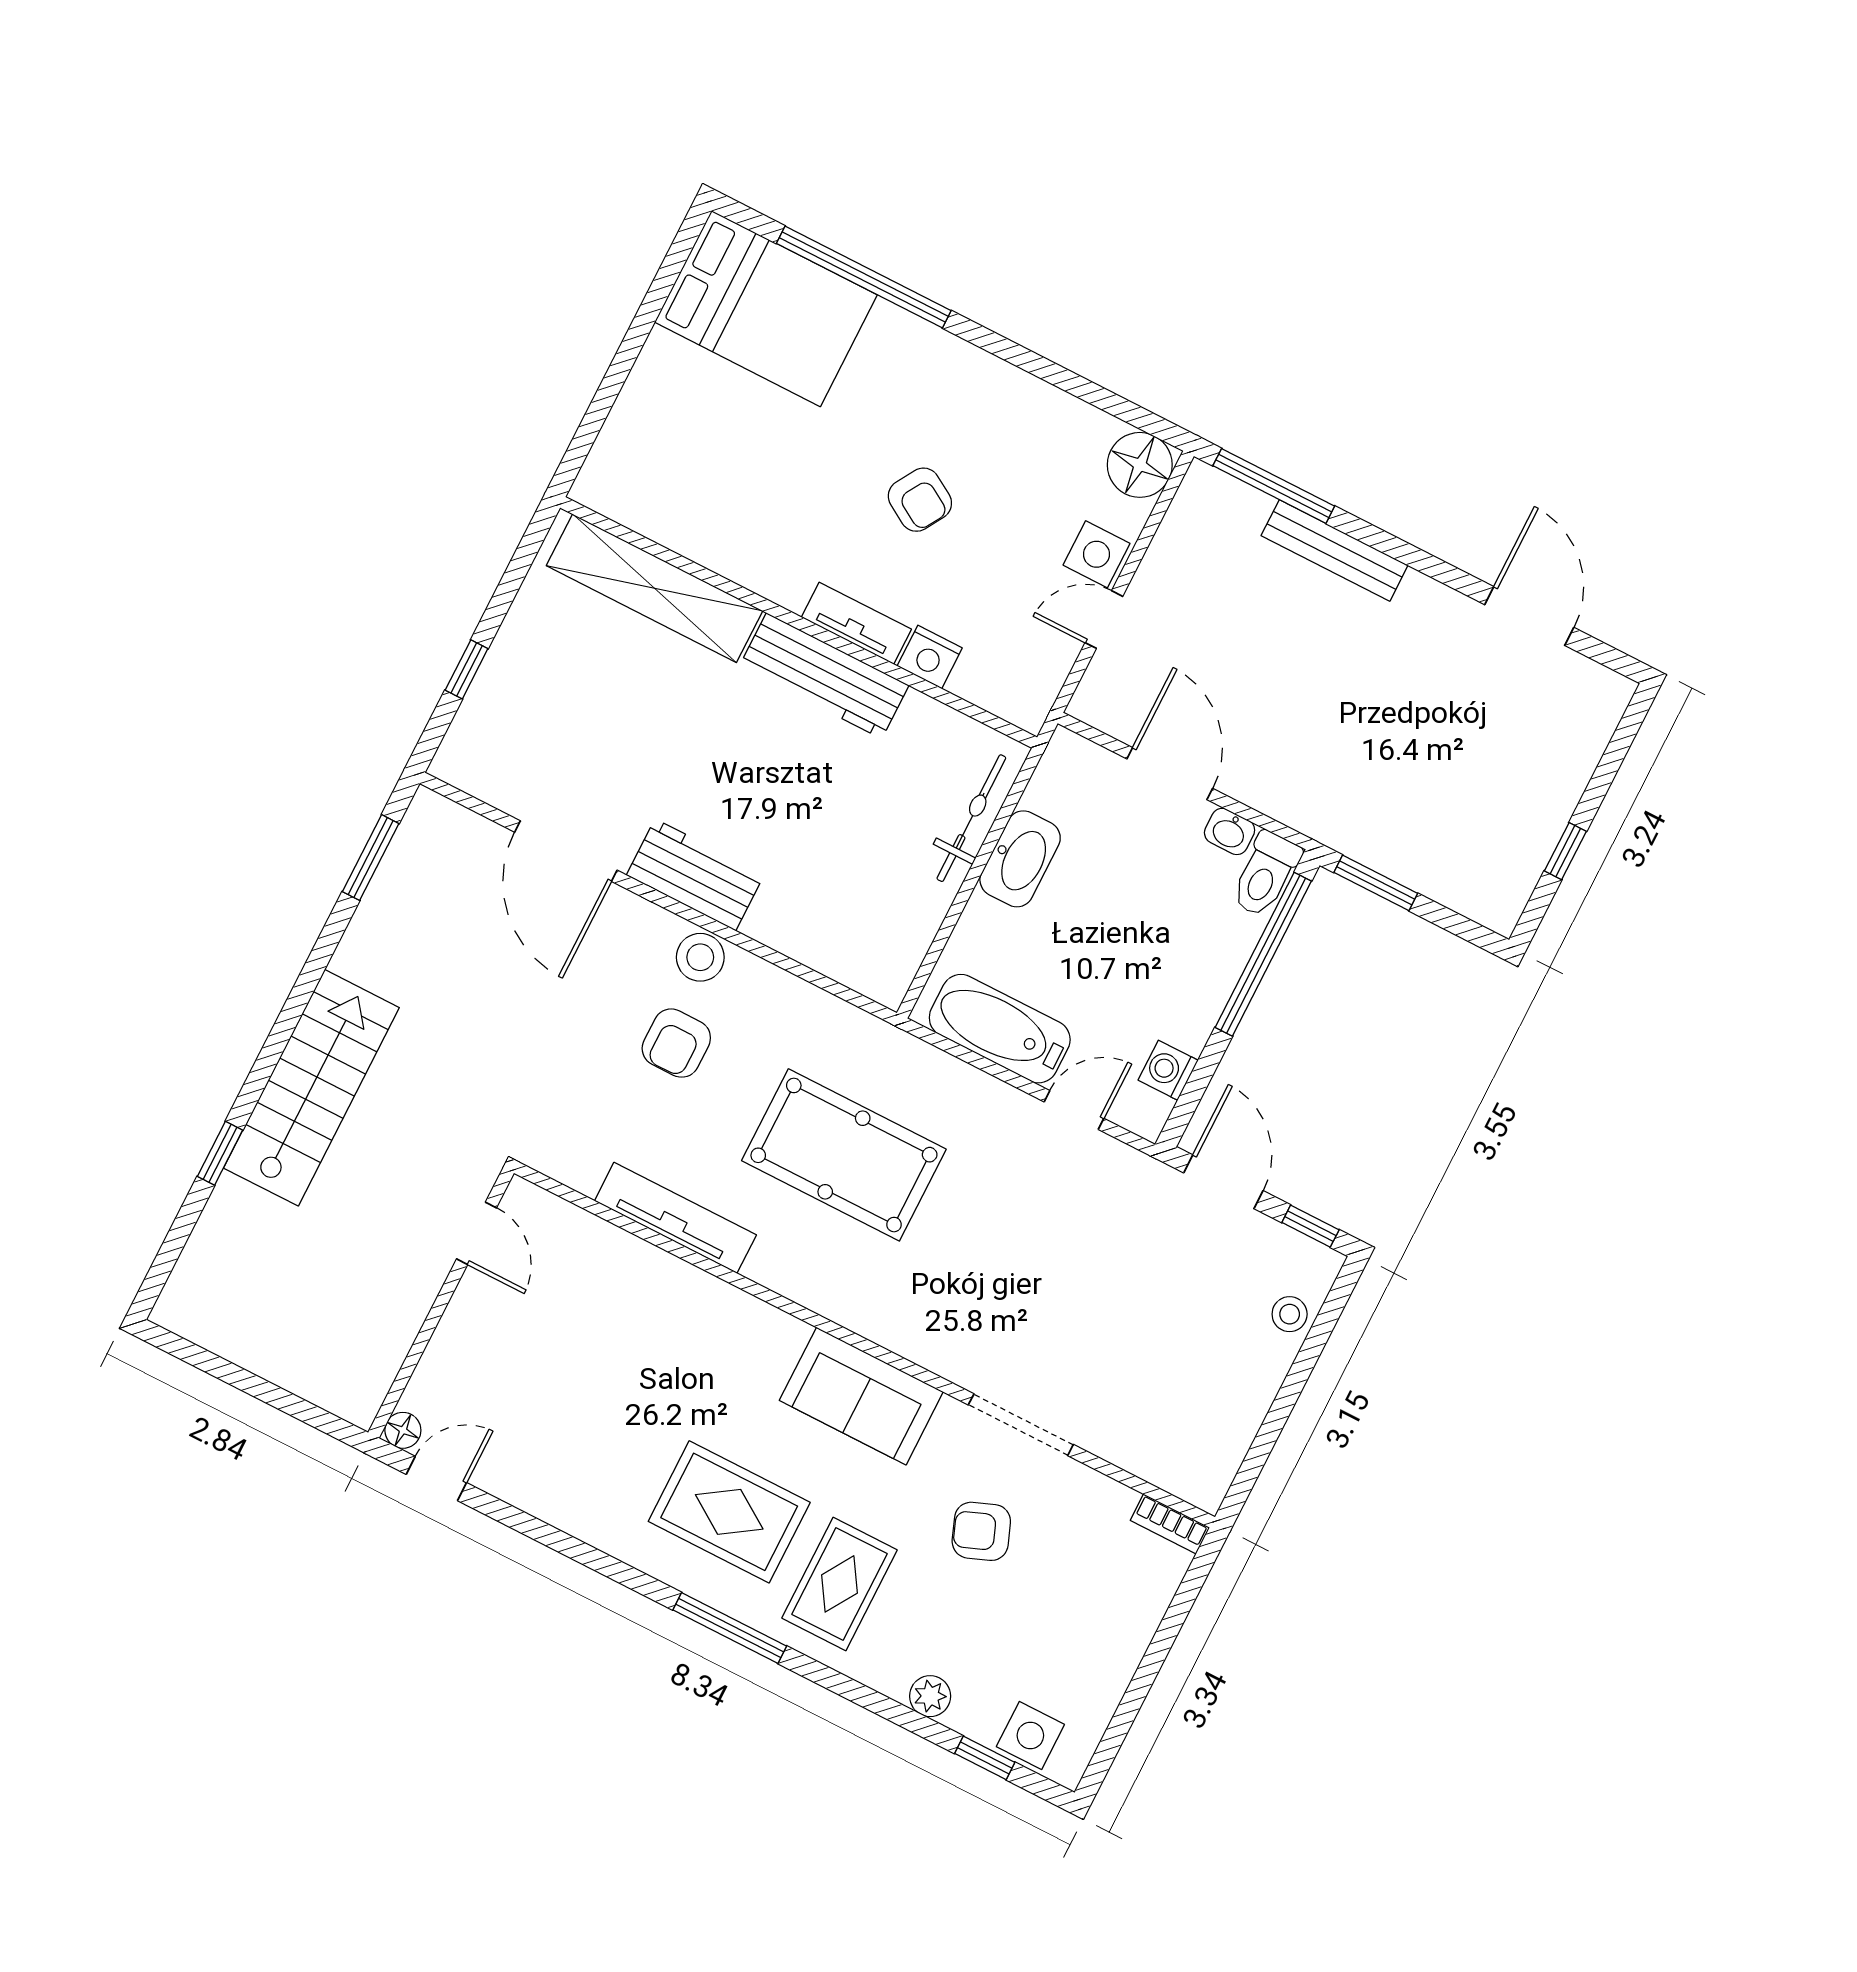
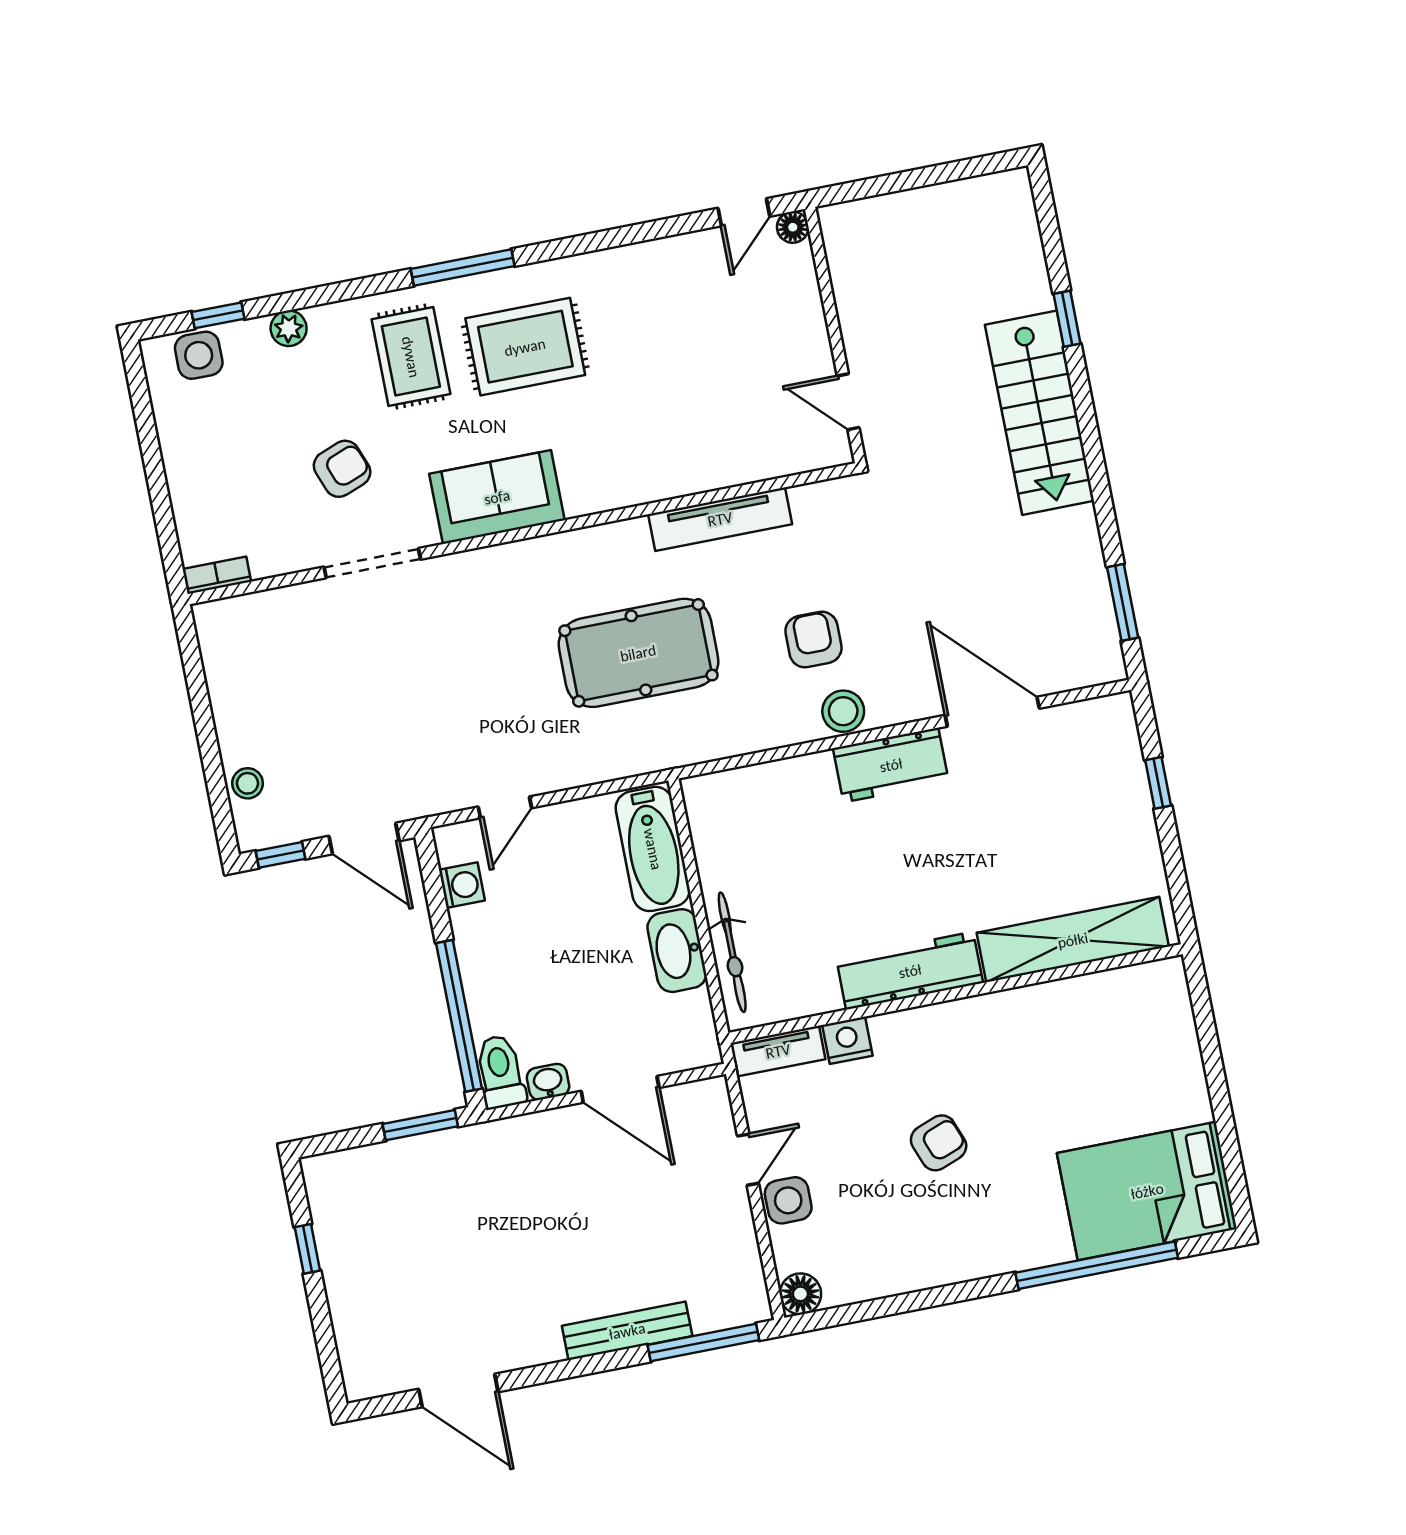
floor lamp: (1140, 465) -> (800, 1294), width x0.73, depth x0.73
armchair: (920, 500) -> (939, 1143), turned 128
tv unit: (856, 623) -> (778, 1051), moved
bathtub: (1000, 1029) -> (653, 849), moved, turned 90

